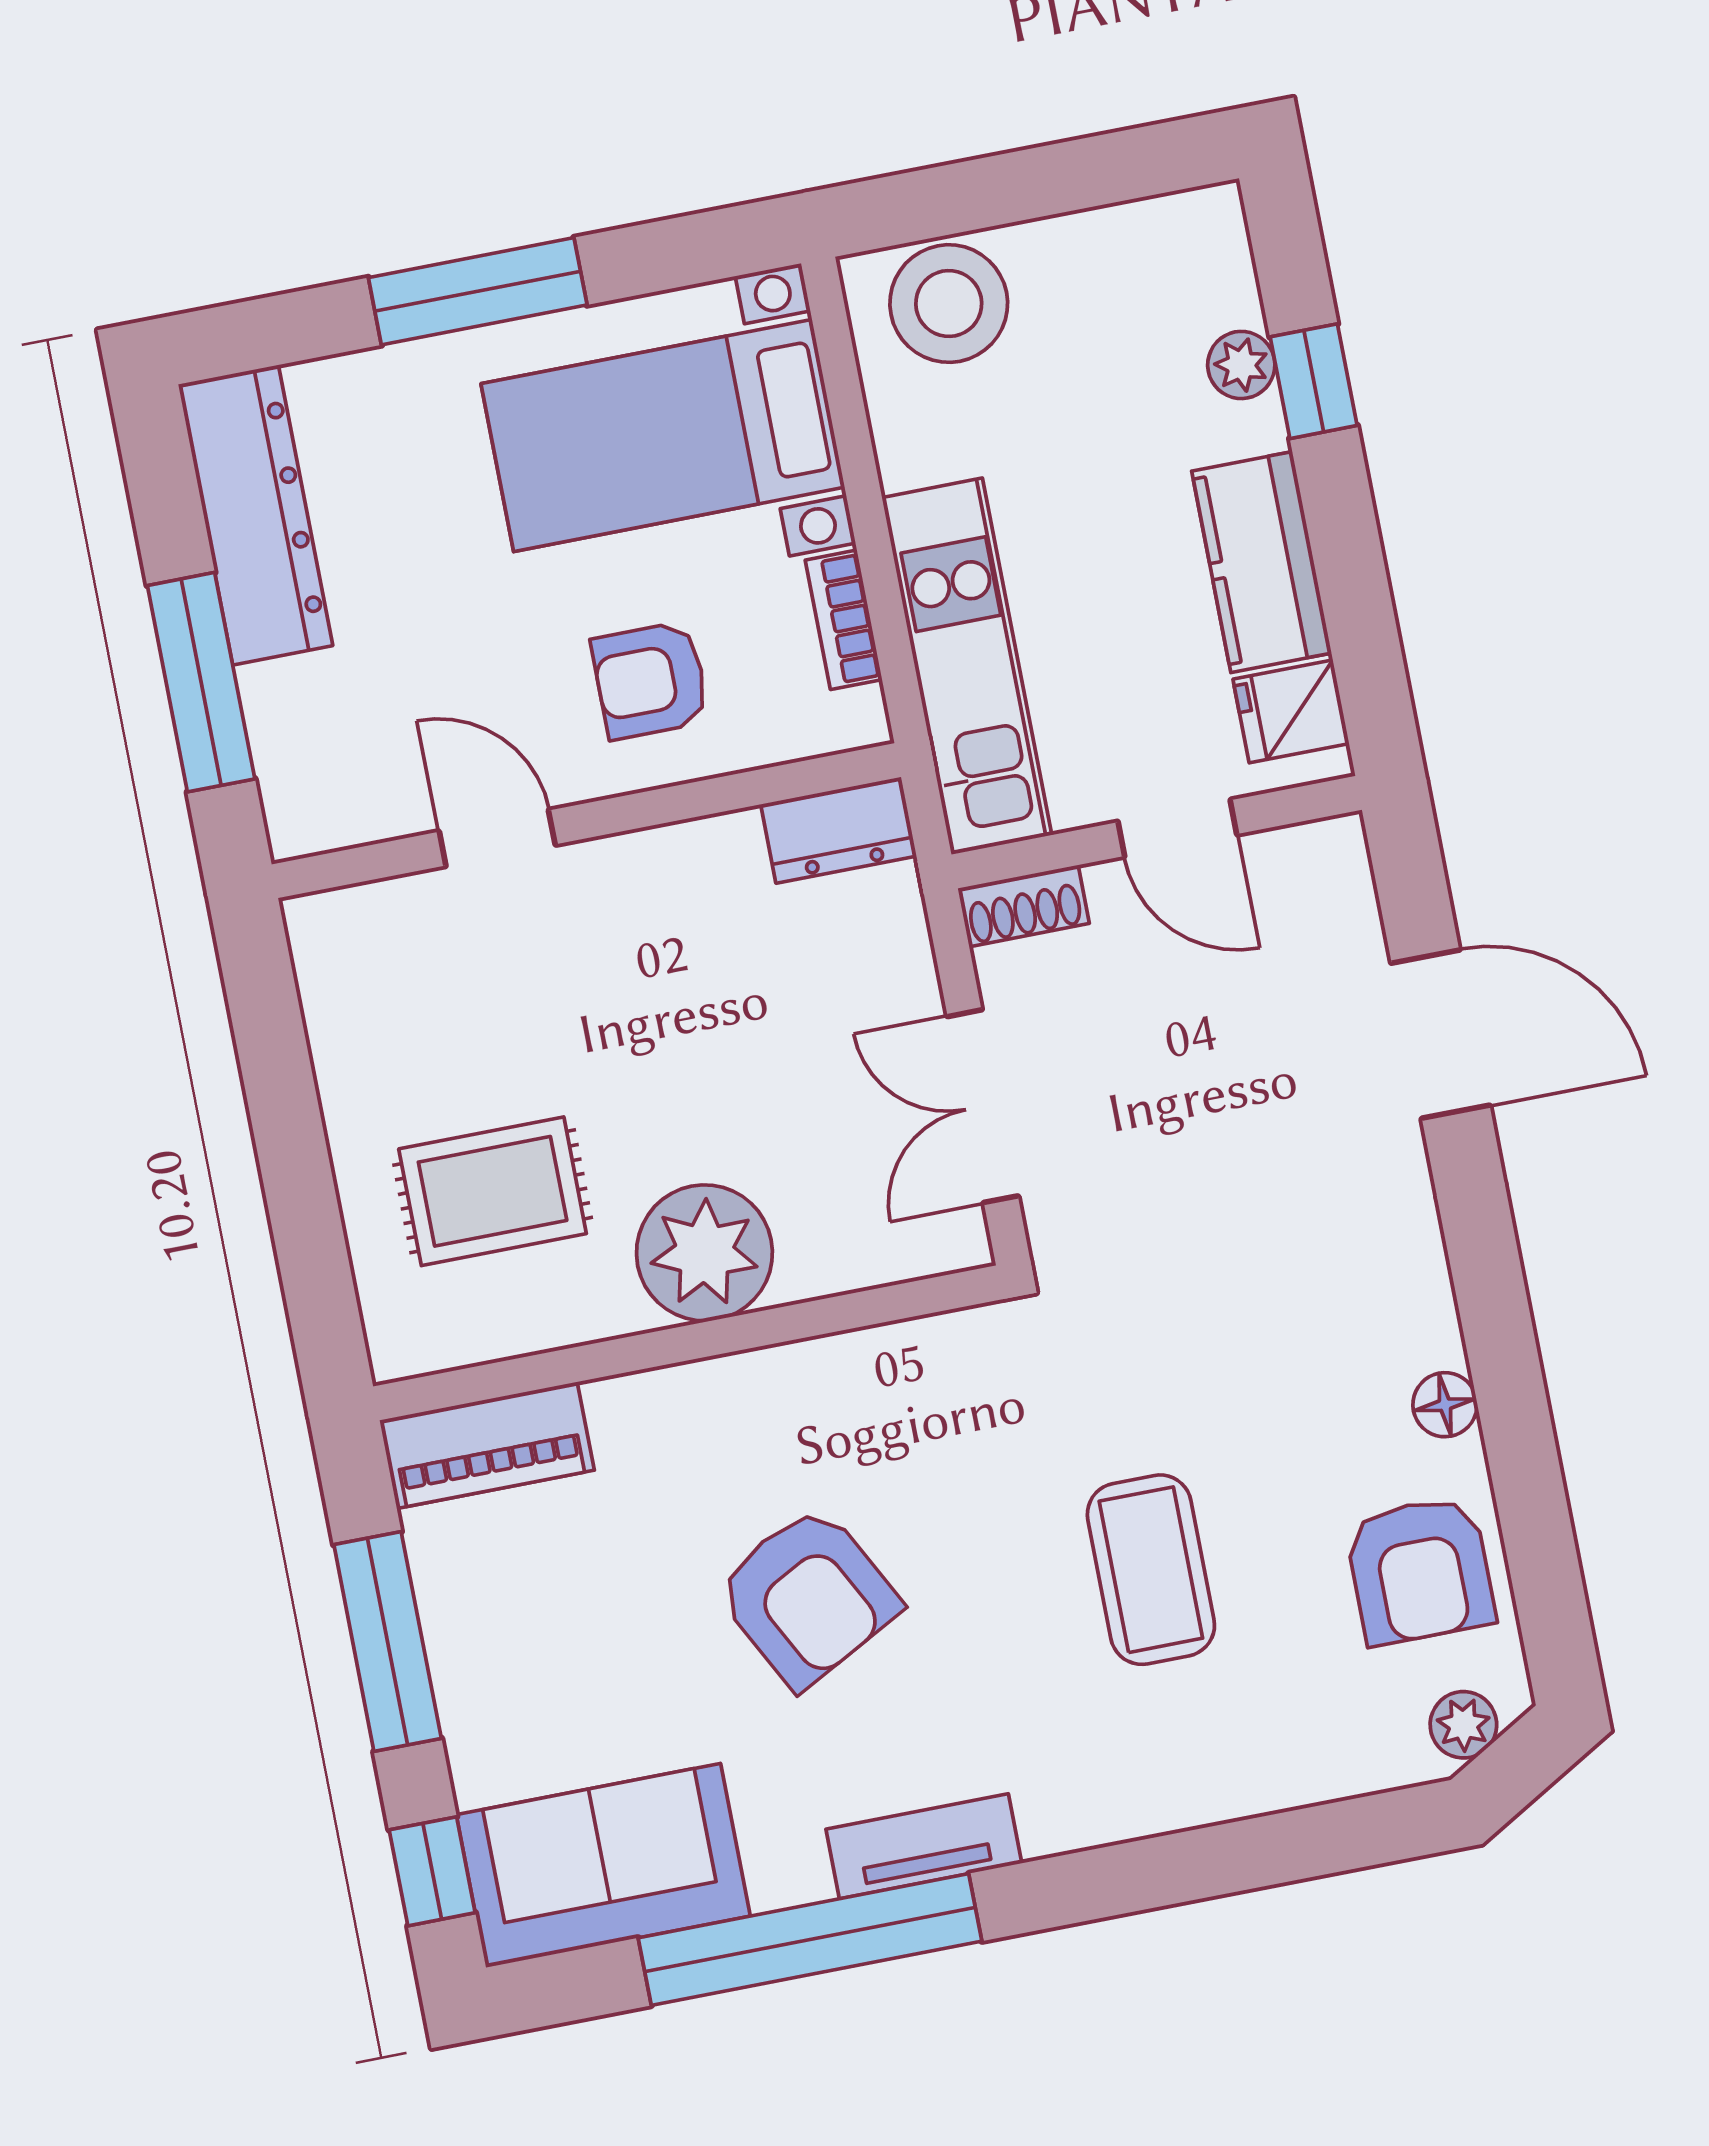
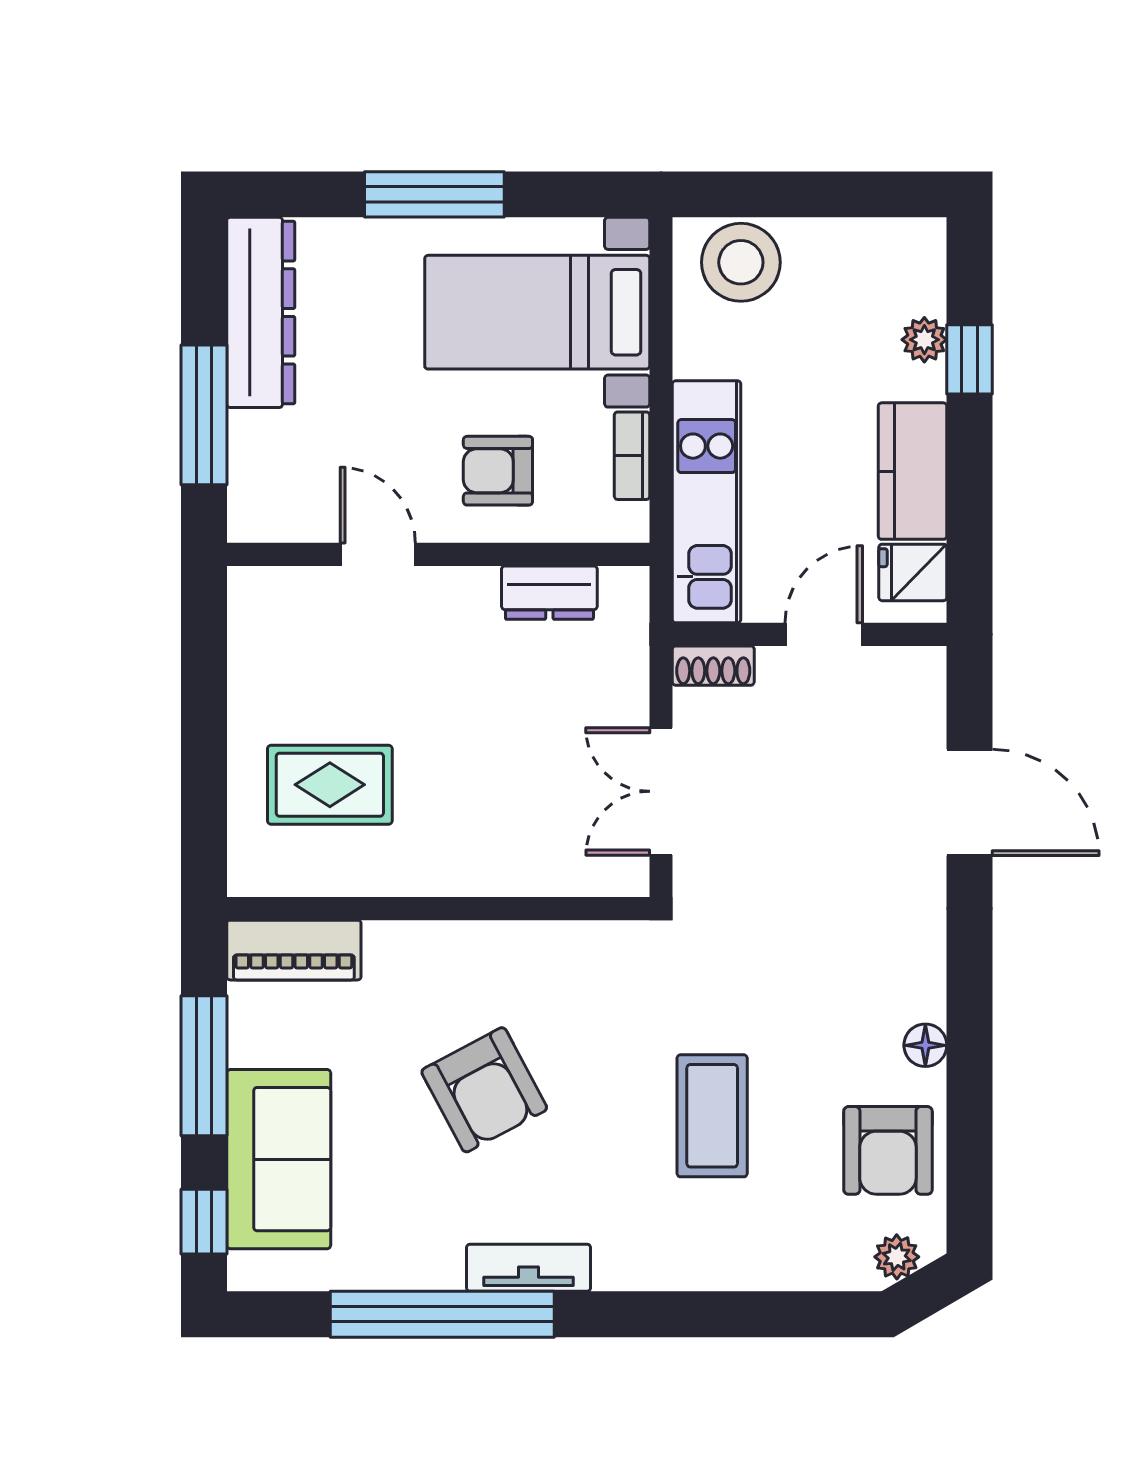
door: (1177, 828) -> (824, 634), swing flipped
dresser: (839, 830) -> (549, 593), moved
plant: (704, 1253) -> (461, 852), removed
sofa: (603, 1865) -> (279, 1159), moved, turned 90

